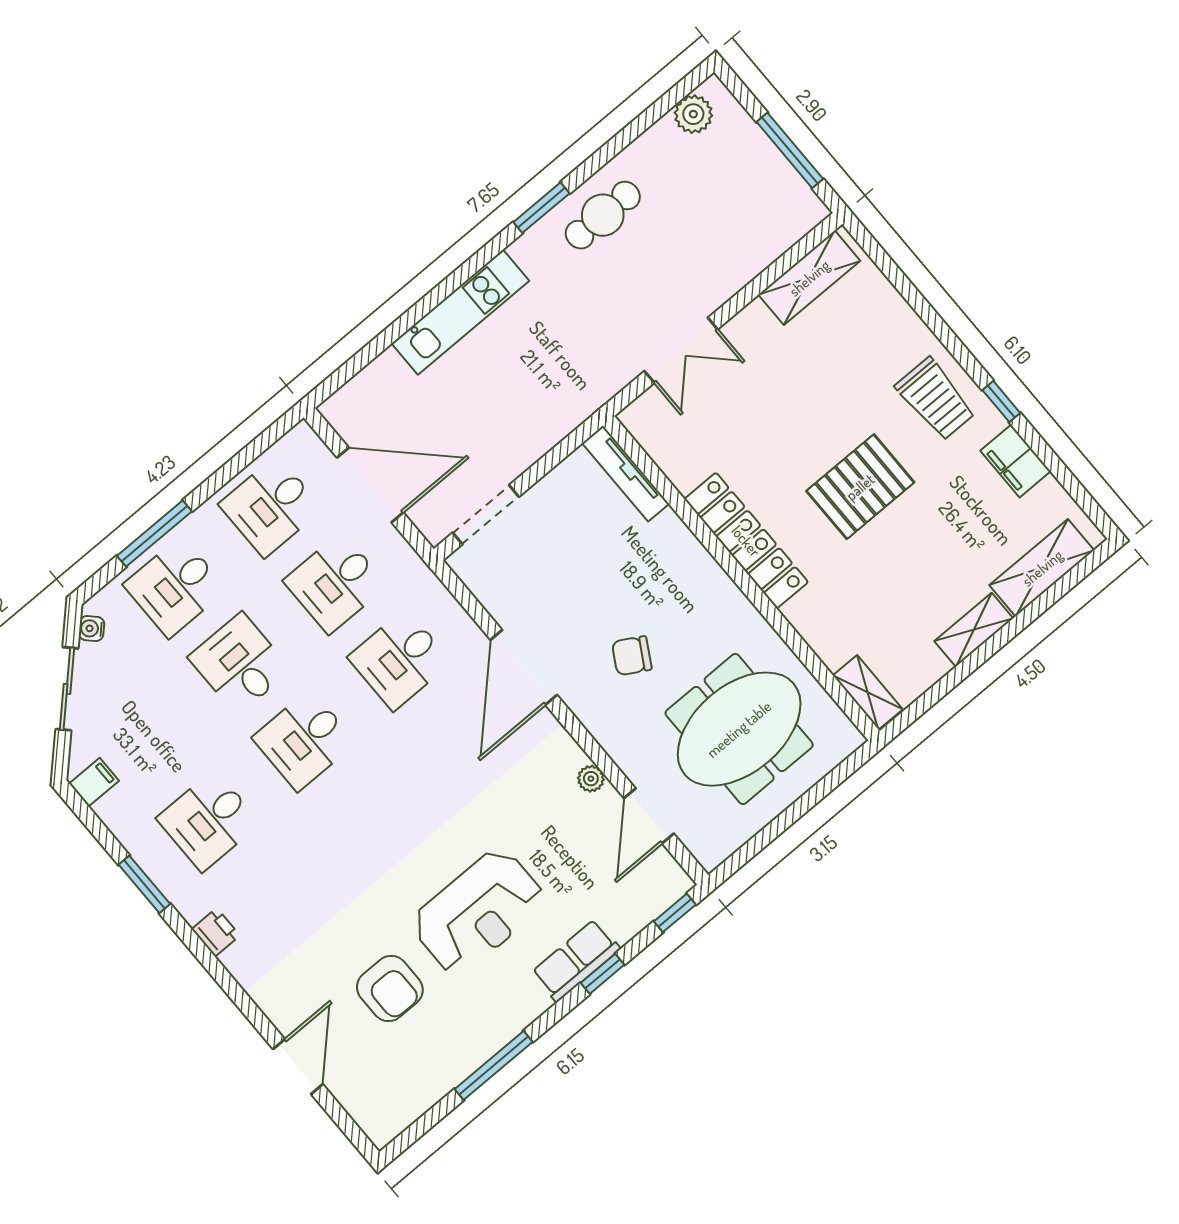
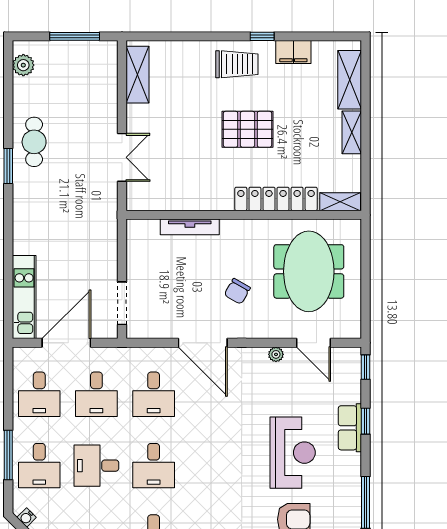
kitchen unit: (460, 312) -> (24, 297), moved
tv unit: (626, 473) -> (190, 227), moved
pallet: (860, 487) -> (247, 129), turned 90
locker: (746, 541) -> (276, 199), moved

